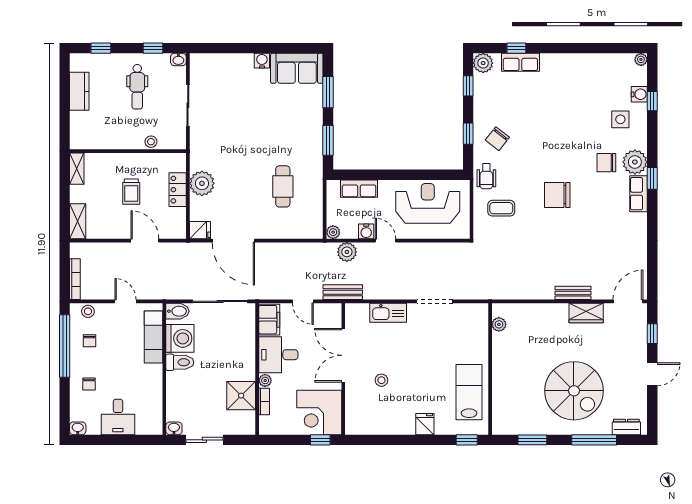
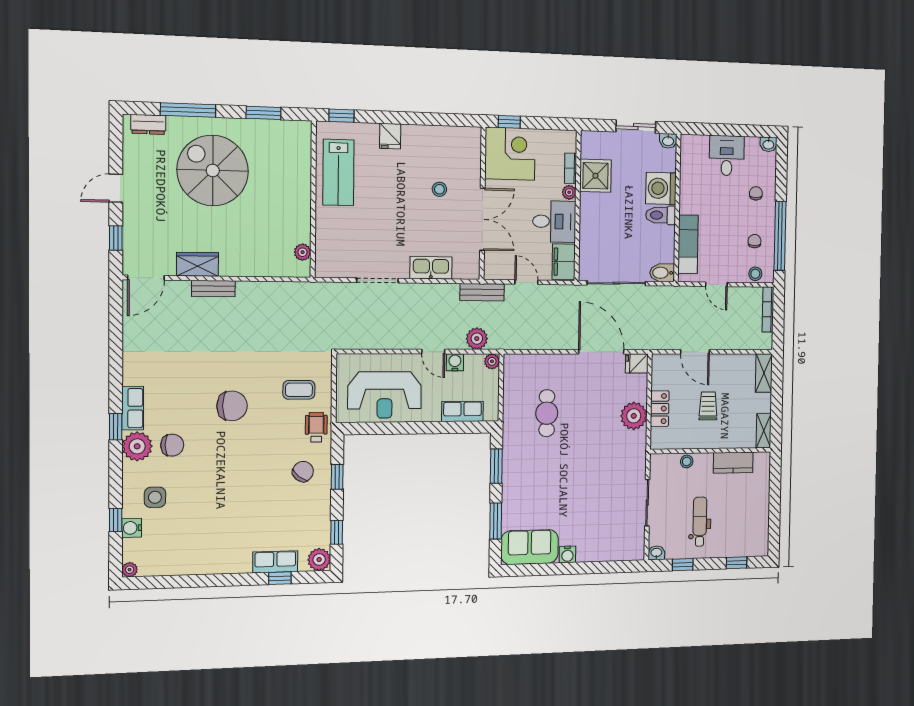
kitchen counter: (79, 91) -> (733, 463), moved, turned -90
washing machine: (180, 338) -> (661, 188), moved

